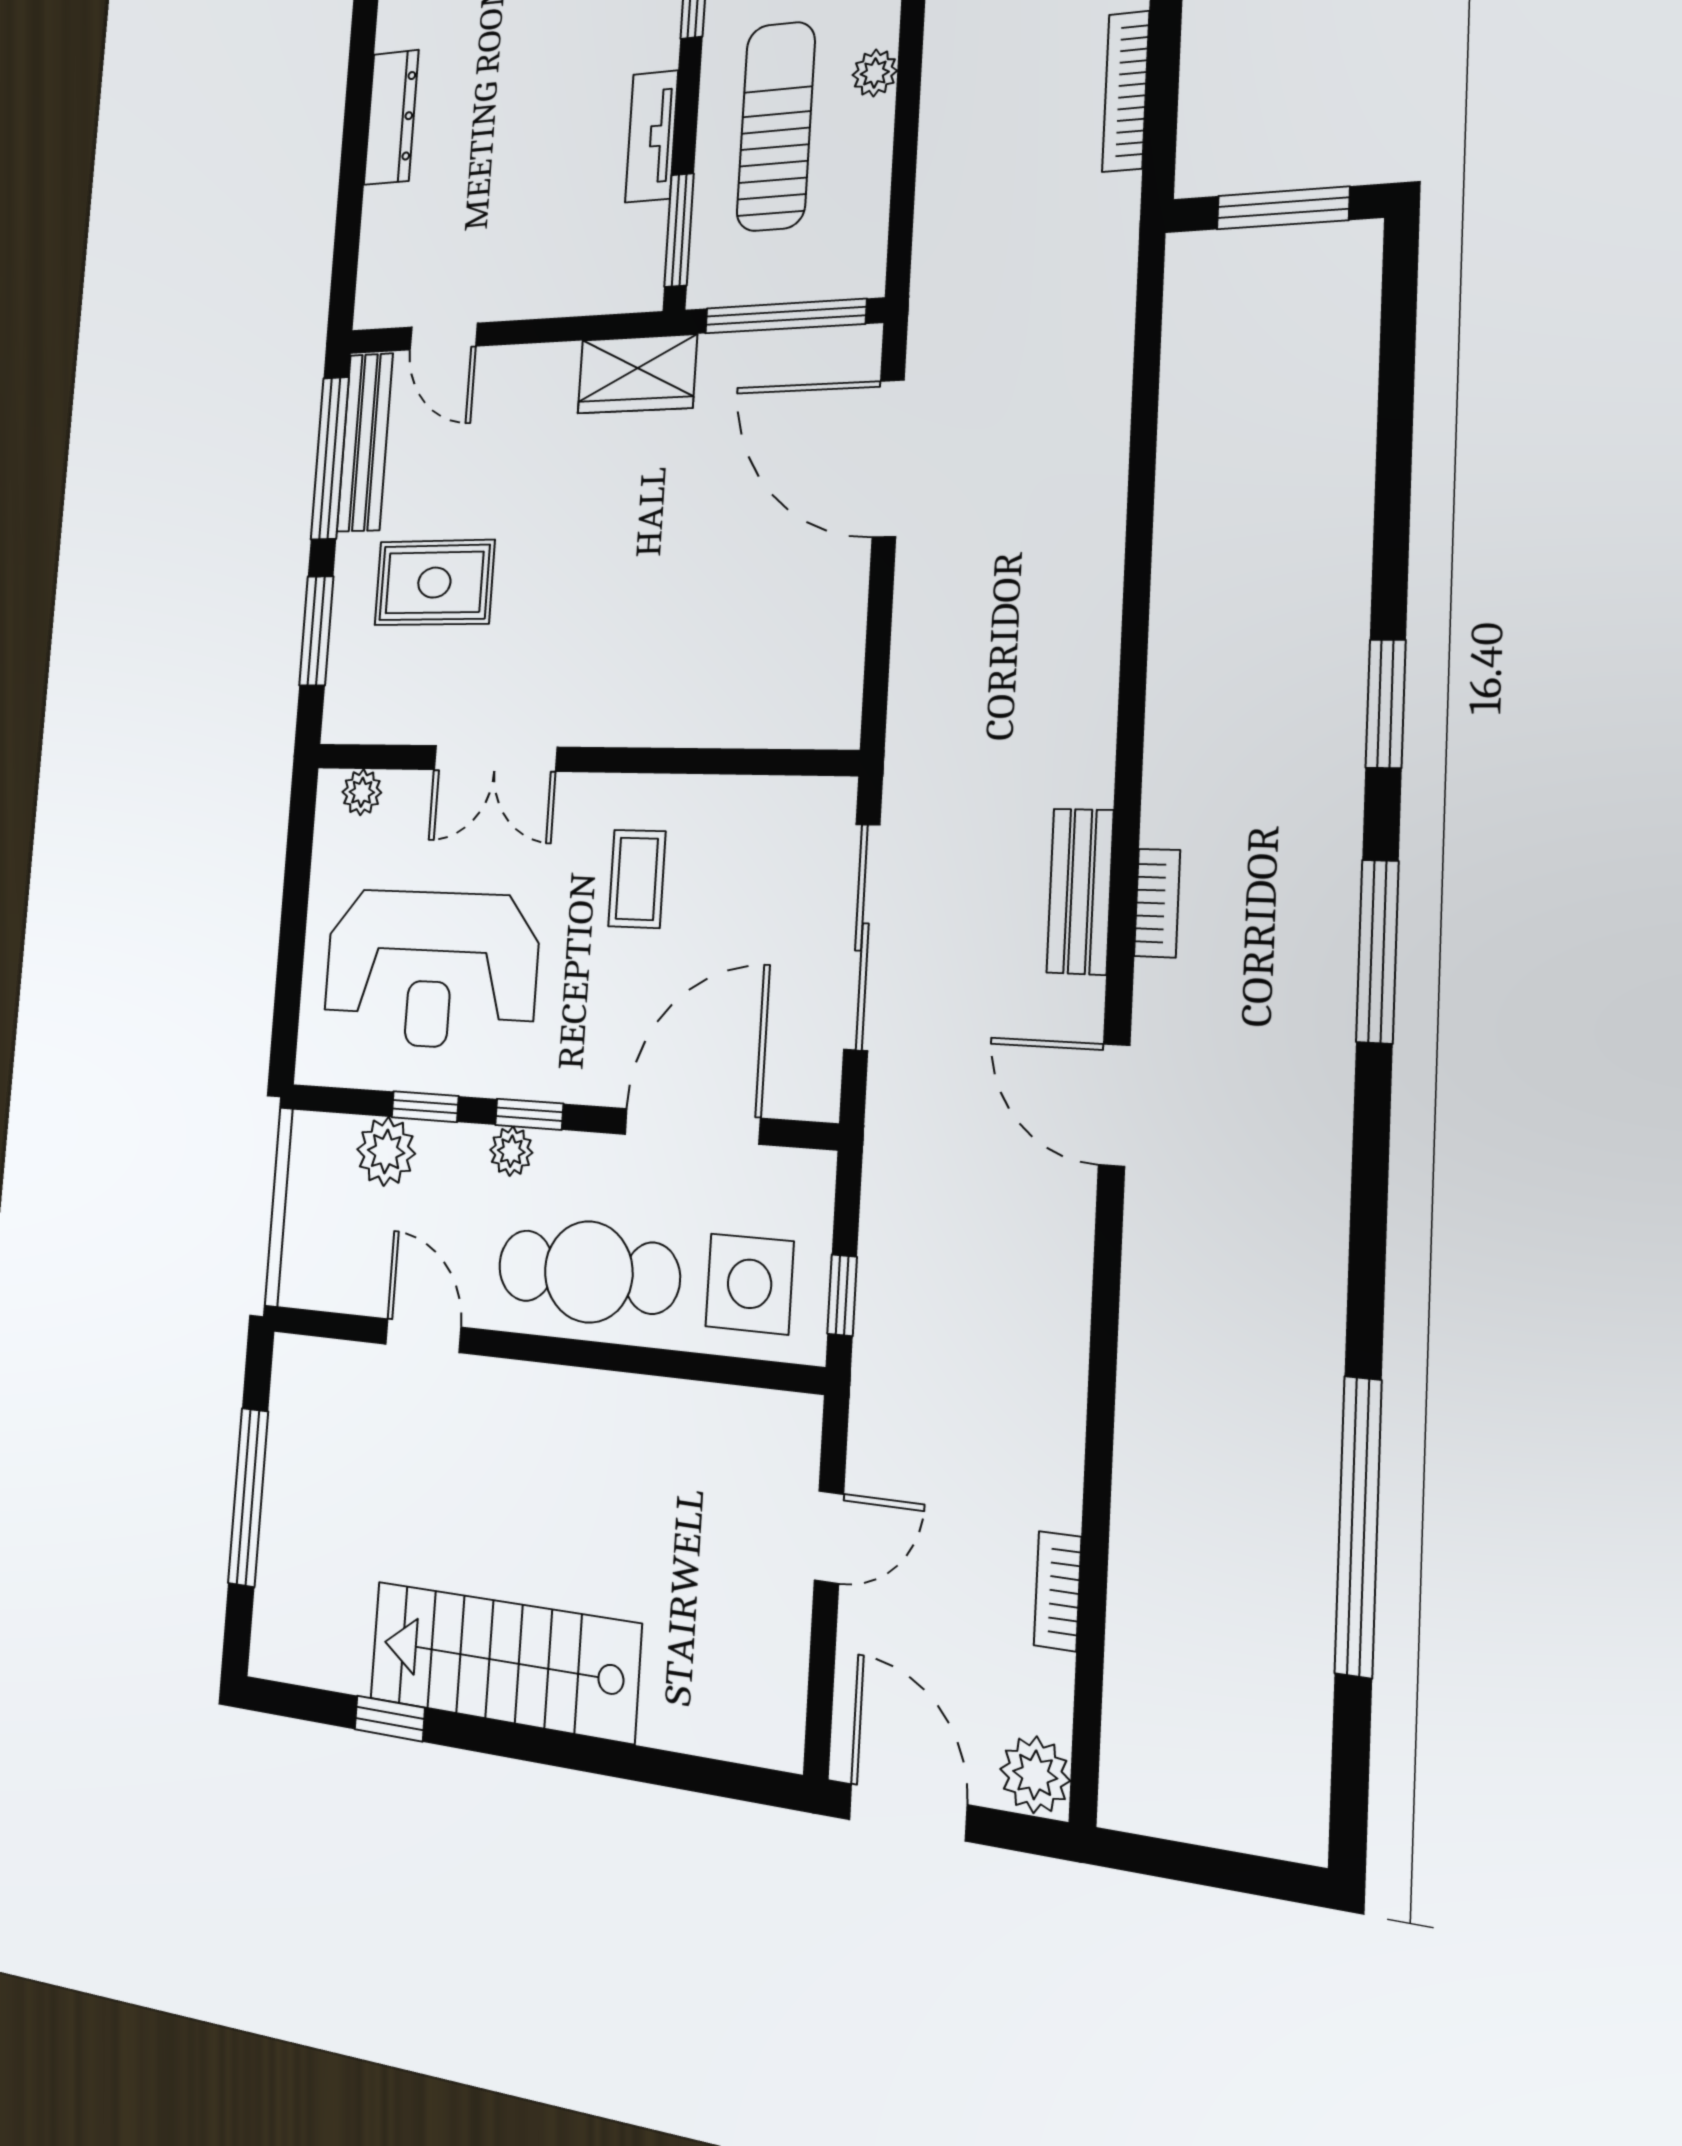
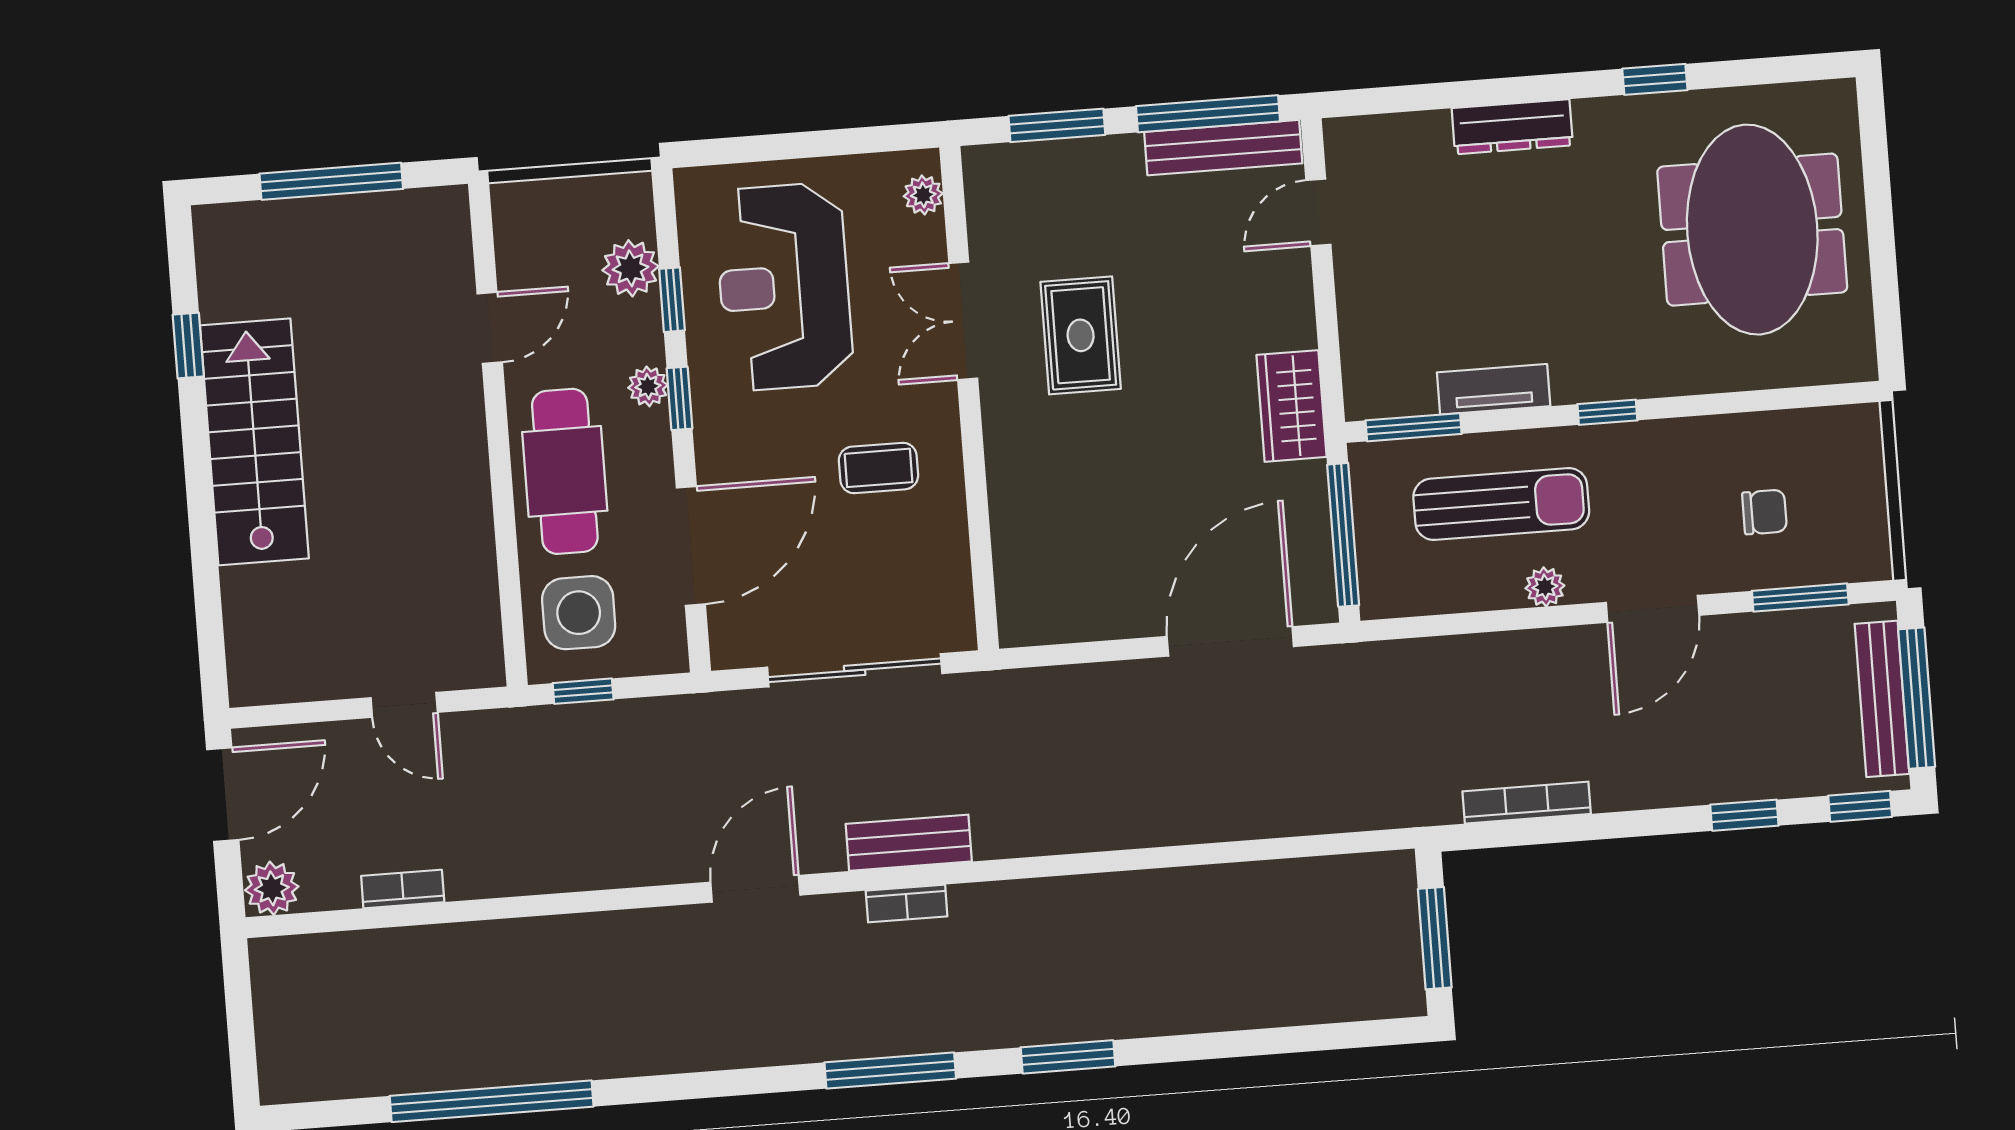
rug: (434, 583) -> (1081, 335), moved
door: (692, 1126) -> (691, 546), hinge flipped

